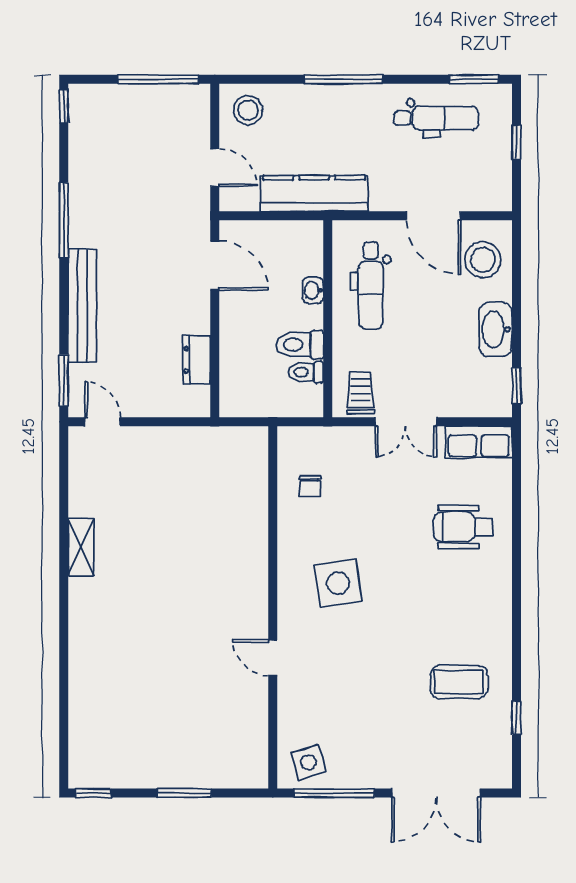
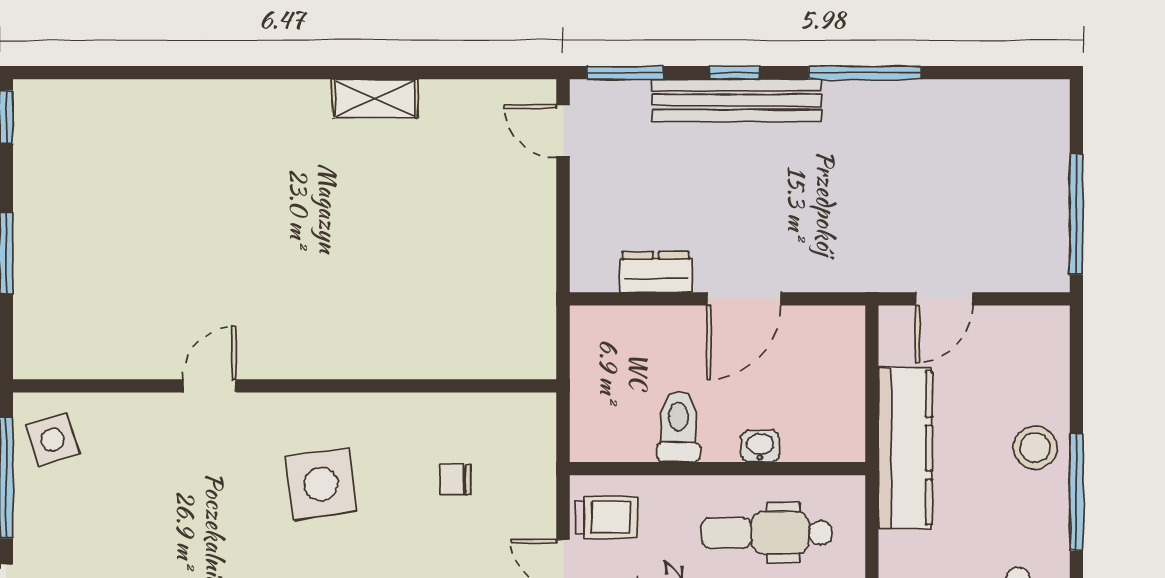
window: (64, 106) -> (735, 73), moved
stool: (248, 110) -> (1035, 448), moved
door: (215, 266) -> (744, 299), moved
toilet: (306, 372) -> (637, 436), removed
door: (103, 422) -> (563, 131), swing flipped
chair: (310, 486) -> (456, 480), moved

